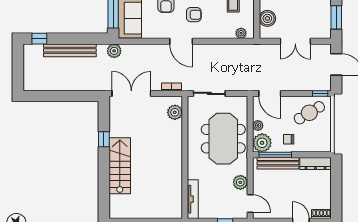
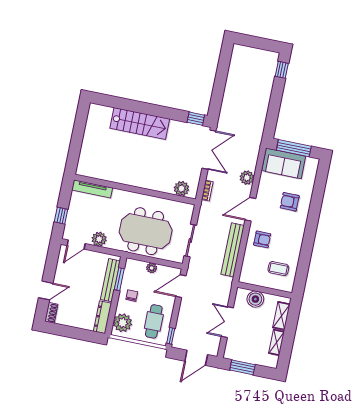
armchair: (194, 15) -> (262, 239), moved, turned -90
plant: (241, 33) -> (246, 270), removed
bench: (70, 50) -> (233, 250), moved
plant: (114, 51) -> (247, 178), moved
sliding door: (209, 93) -> (190, 241), moved
cafe table: (309, 113) -> (154, 321), turned 31
window: (104, 139) -> (196, 119), moved
plant: (262, 143) -> (123, 323), moved
window: (275, 155) -> (119, 279), width x0.69

